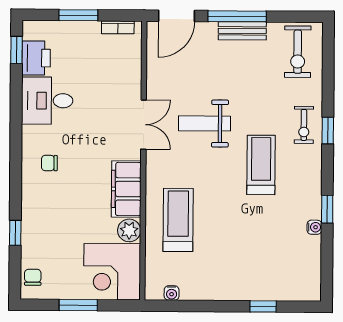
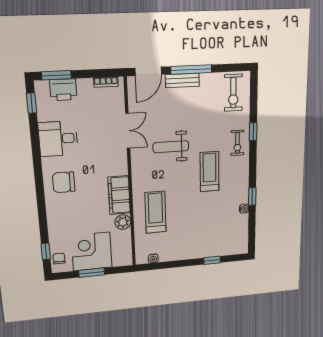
window: (78, 15) -> (56, 75), moved
bench: (242, 31) -> (182, 80), moved
printer: (36, 58) -> (63, 90), moved, turned 90
double door: (144, 125) -> (128, 131), moved
window: (328, 131) -> (253, 132), moved
chair: (49, 163) -> (64, 182), width x1.87, depth x1.87
window: (15, 233) -> (46, 251), moved
corner desk: (112, 272) -> (92, 251), moved, turned 90

